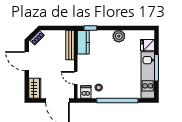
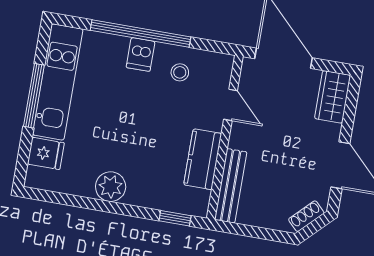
kitchen counter: (83, 42) -> (203, 159), moved
dishwasher: (86, 92) -> (141, 54), moved

